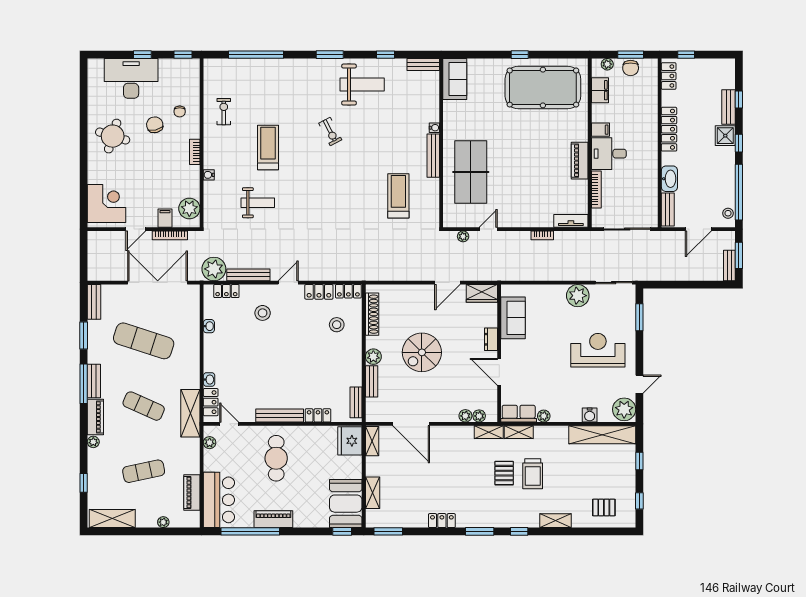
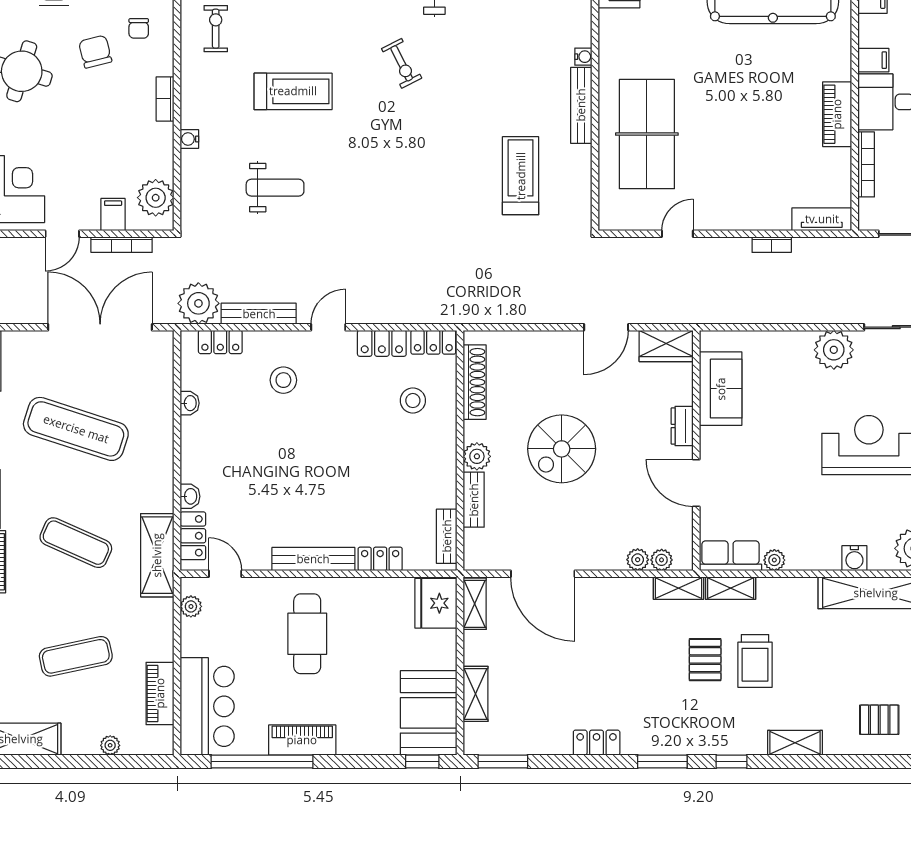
treadmill: (268, 148) -> (293, 91), turned 90
plant: (463, 236) -> (633, 246), removed

